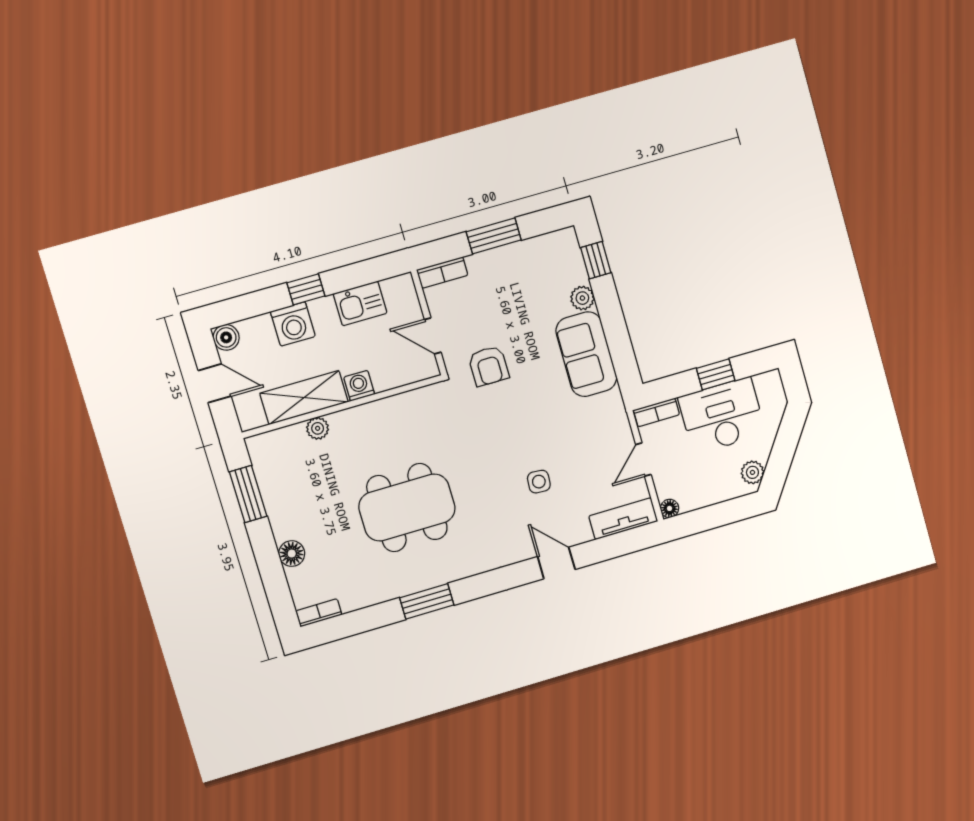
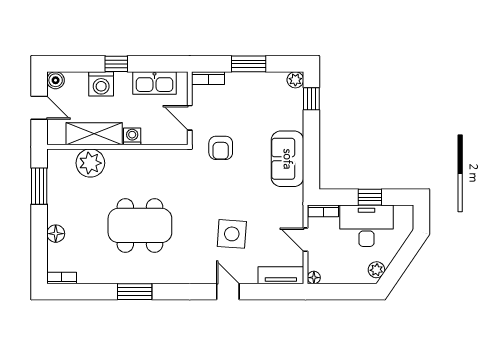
plant: (582, 298) -> (295, 80), moved
kitchen sink: (360, 303) -> (154, 83), width x1.38
plant: (318, 428) -> (90, 163), width x1.88, depth x1.88
door: (643, 460) -> (306, 240), hinge flipped
side table: (539, 482) -> (232, 234), width x1.87, depth x1.87

